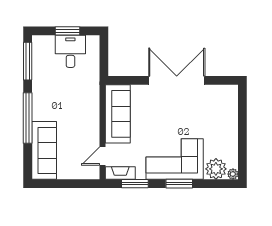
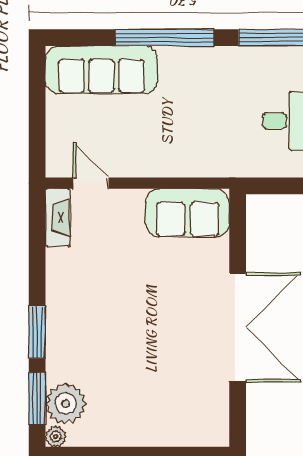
sofa: (118, 114) -> (188, 213), width x0.73
corner sofa: (175, 159) -> (85, 323), removed
window: (135, 184) -> (37, 398), moved

